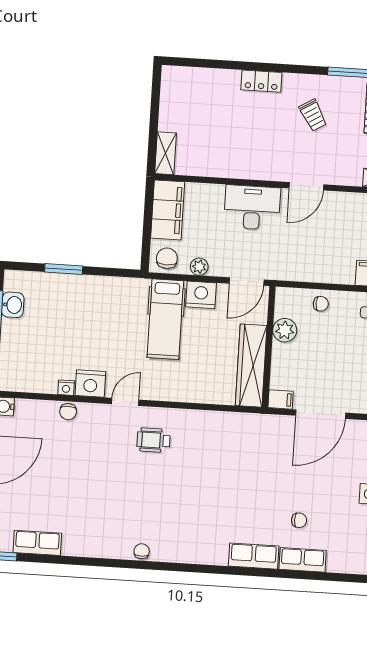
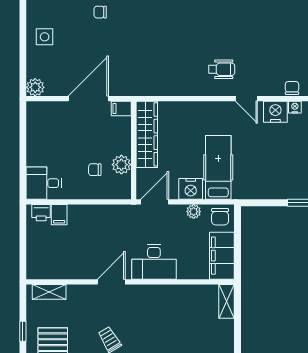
chair: (321, 304) -> (95, 170), moved
door: (125, 402) -> (246, 99), hinge flipped

